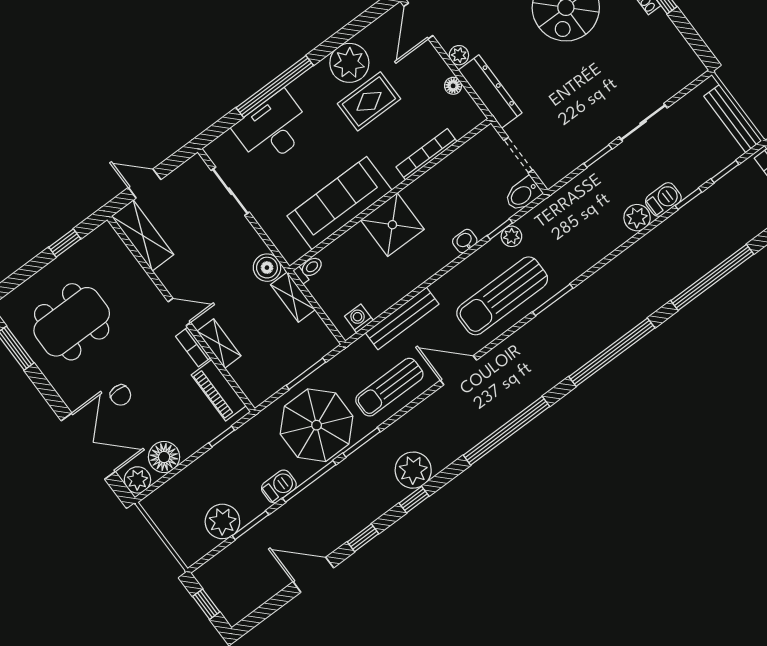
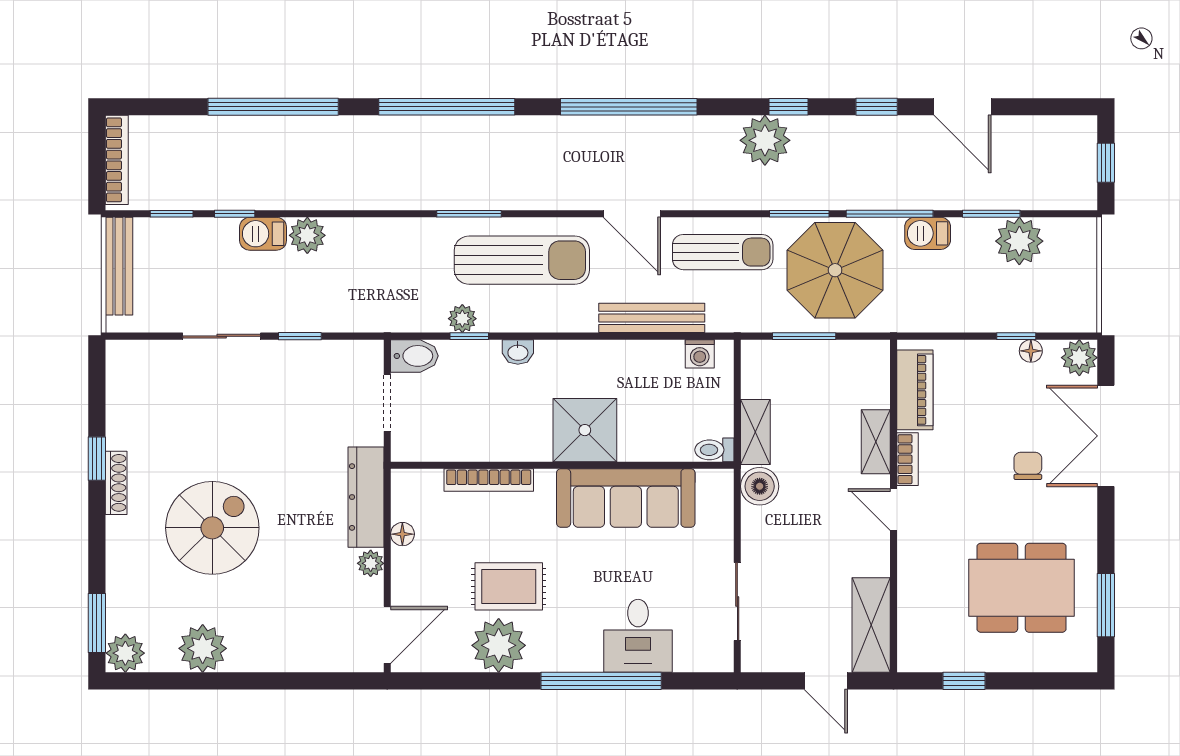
desk: (273, 129) -> (638, 636), width x0.73
window: (222, 436) -> (1016, 336), moved
floor lamp: (164, 457) -> (1031, 351), width x0.53, depth x0.53

